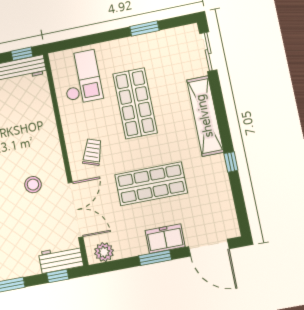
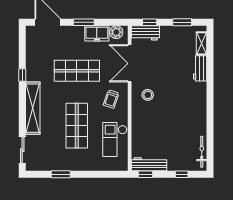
checkout: (81, 77) -> (115, 140), moved
stool: (33, 185) -> (148, 95), moved
freezer: (165, 239) -> (97, 33), moved

